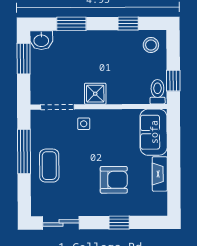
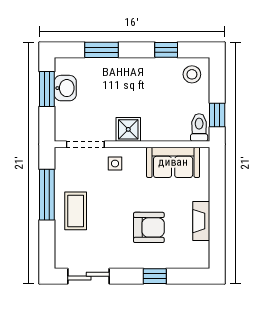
washbasin: (41, 40) -> (65, 88), moved, turned -90
sofa: (154, 132) -> (173, 162), moved, turned -90

